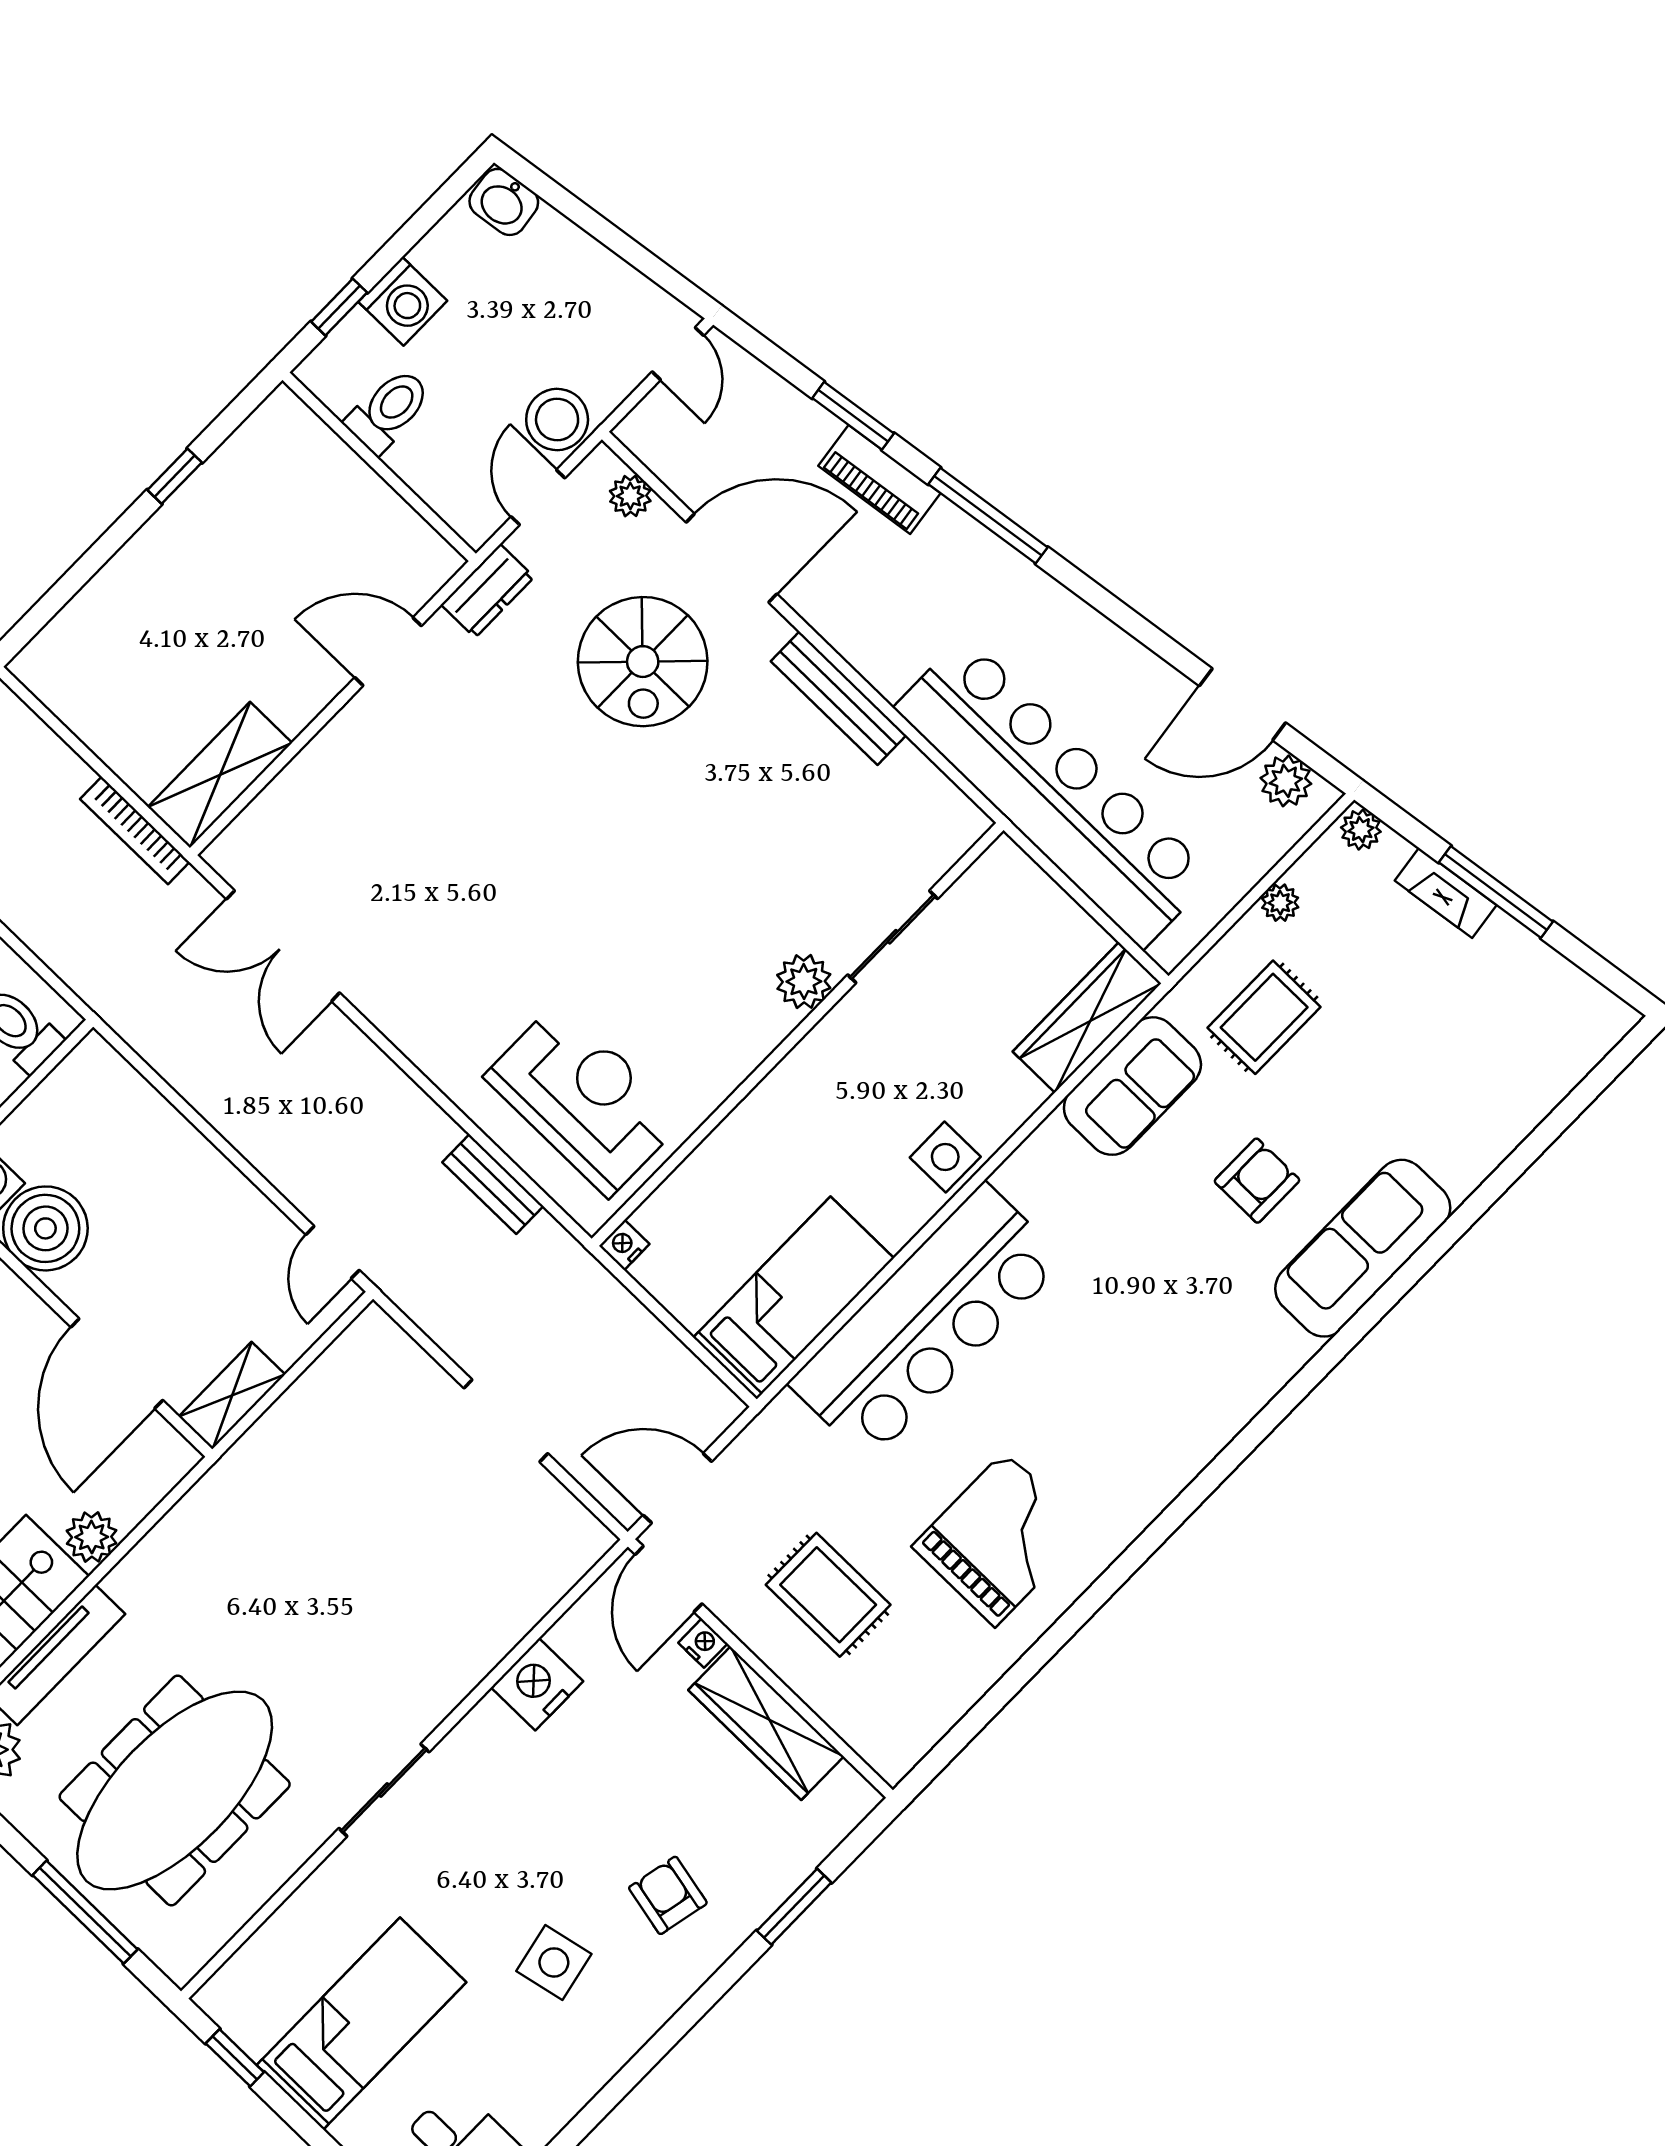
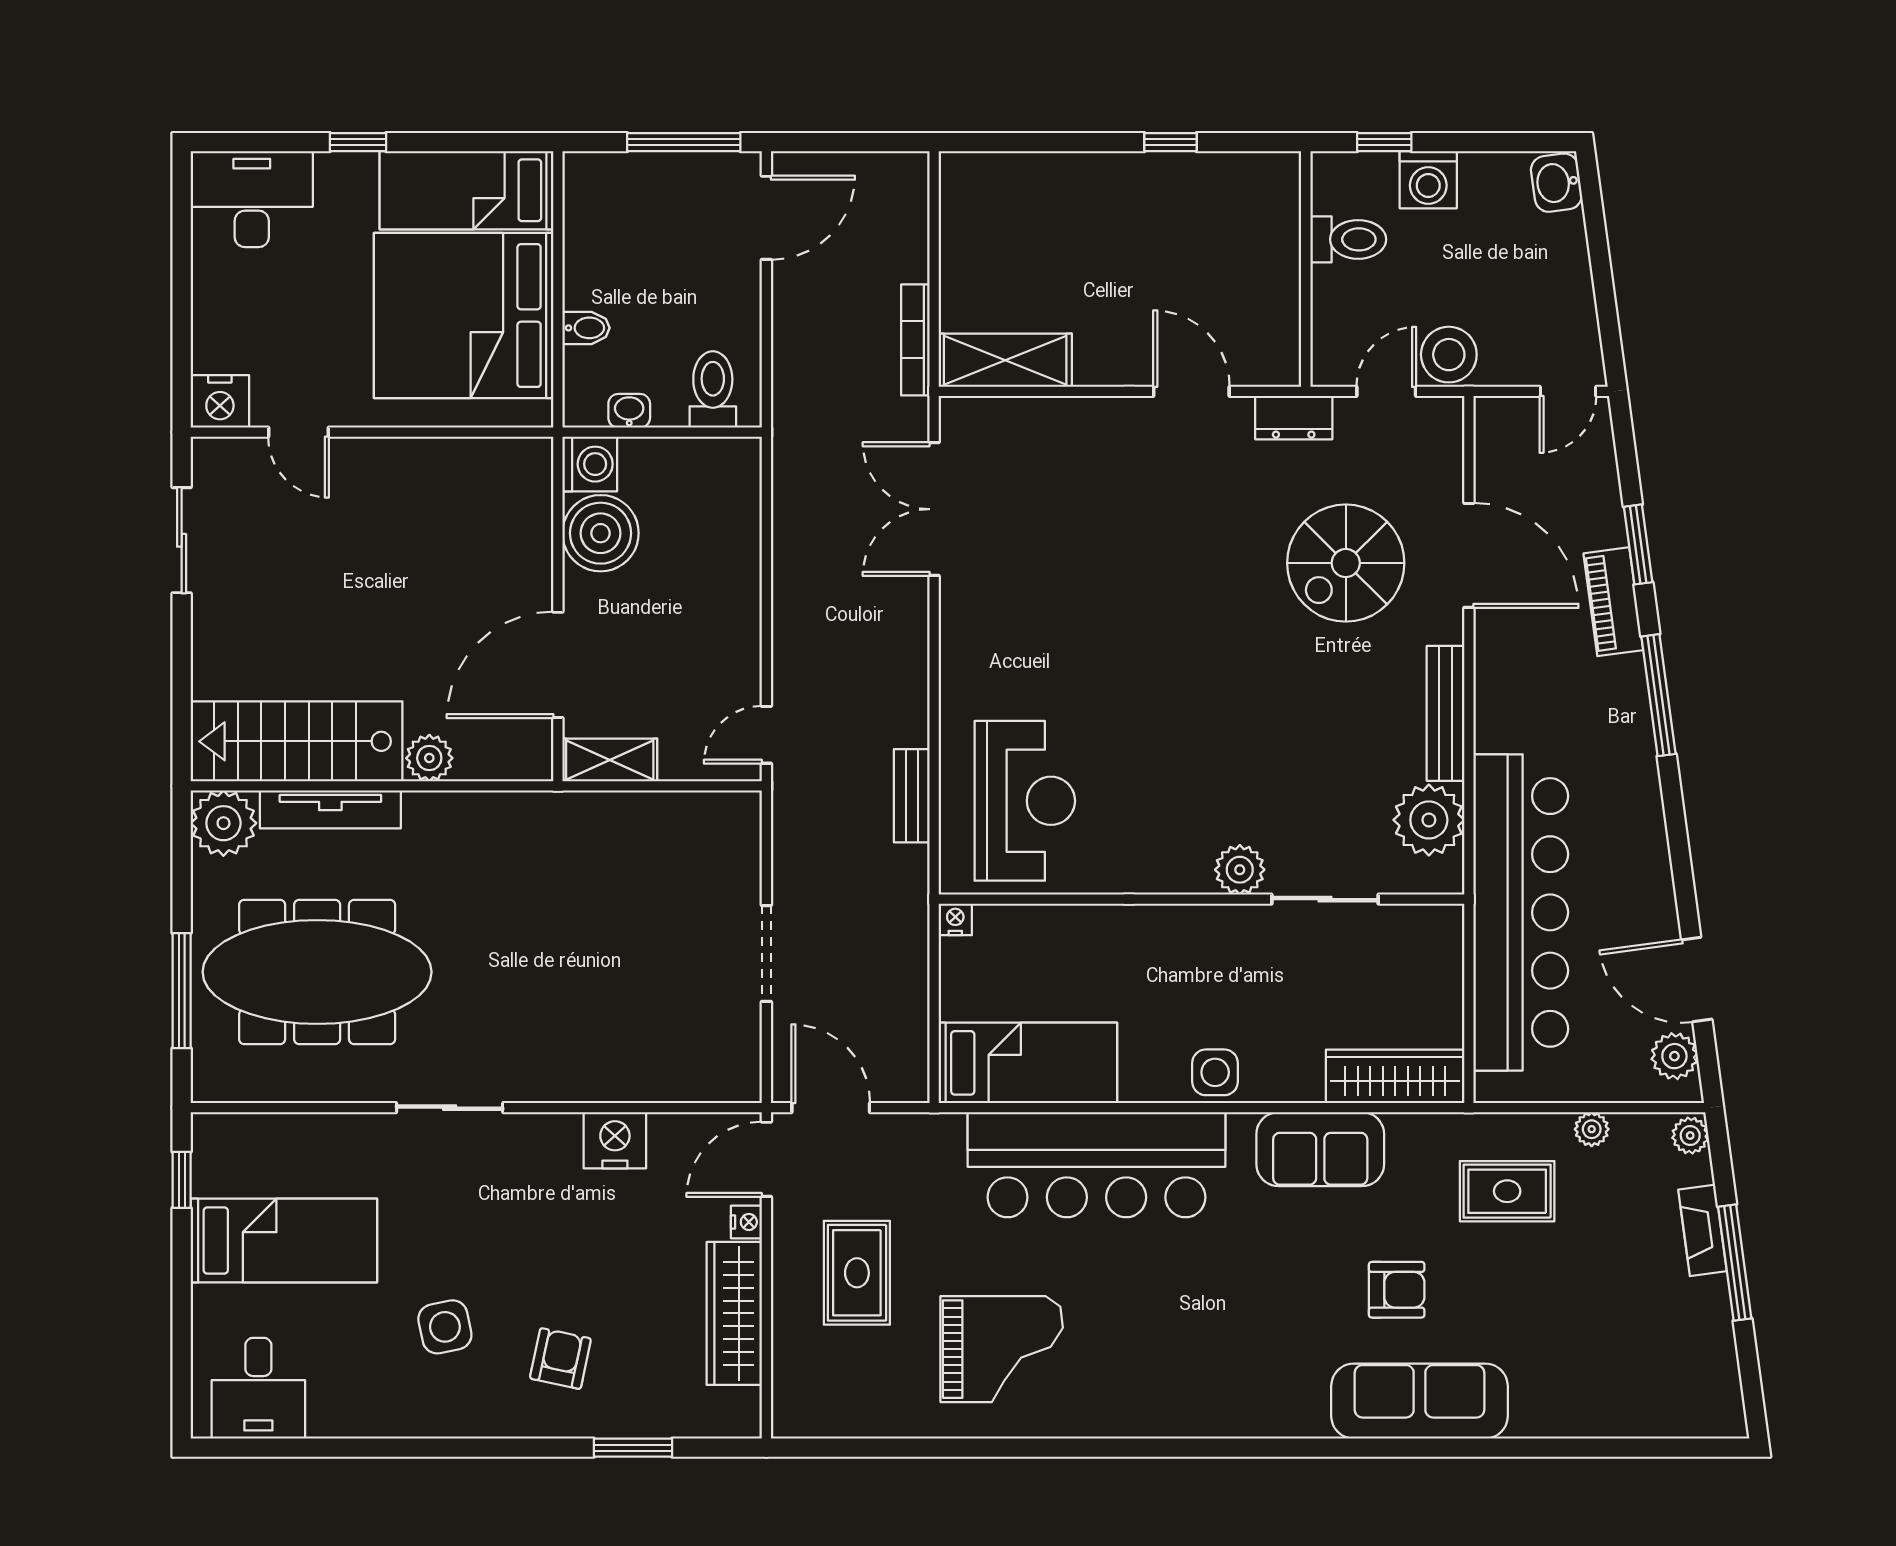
plant: (630, 496) -> (1429, 820), moved, width x1.87, depth x1.87
sofa: (1132, 1086) -> (1320, 1149), moved

